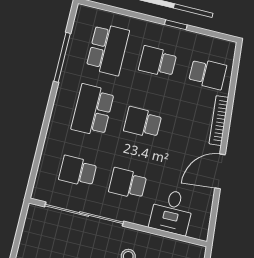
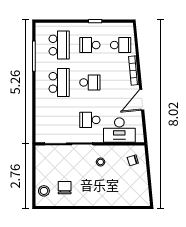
school desk: (93, 110) -> (59, 82), turned 180
school desk: (143, 122) -> (90, 82), turned 180
school desk: (78, 171) -> (59, 120), removed
desk: (172, 212) -> (119, 130), width x1.37

